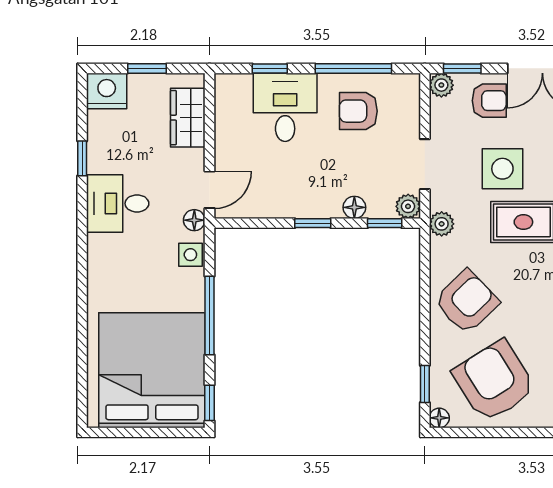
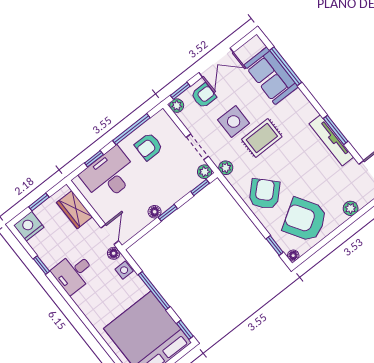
desk: (285, 107) -> (109, 175), width x1.37
floor lamp: (354, 207) -> (155, 212), moved

